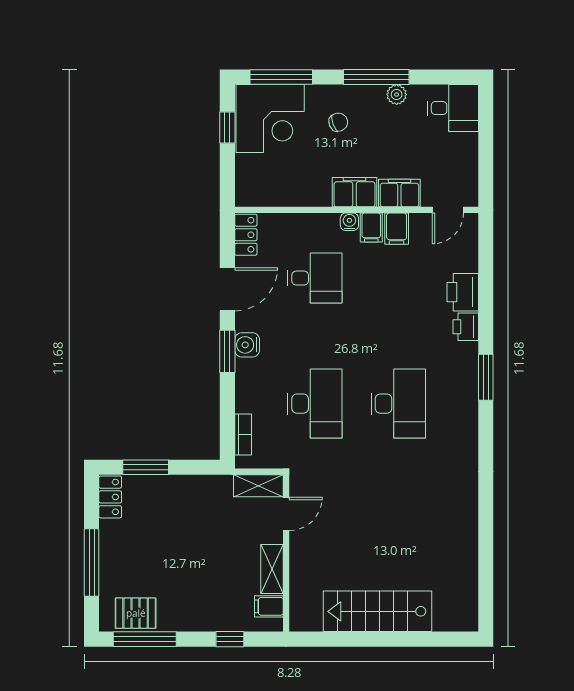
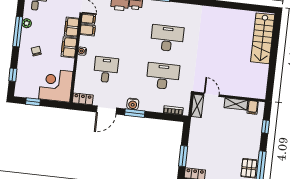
window: (281, 77) -> (13, 75), width x0.46
corner desk: (270, 119) -> (56, 85), moved, turned -90
filing cabinet: (371, 227) -> (88, 19), moved
door: (227, 289) -> (107, 110), swing flipped
stairs: (377, 611) -> (263, 38), moved

